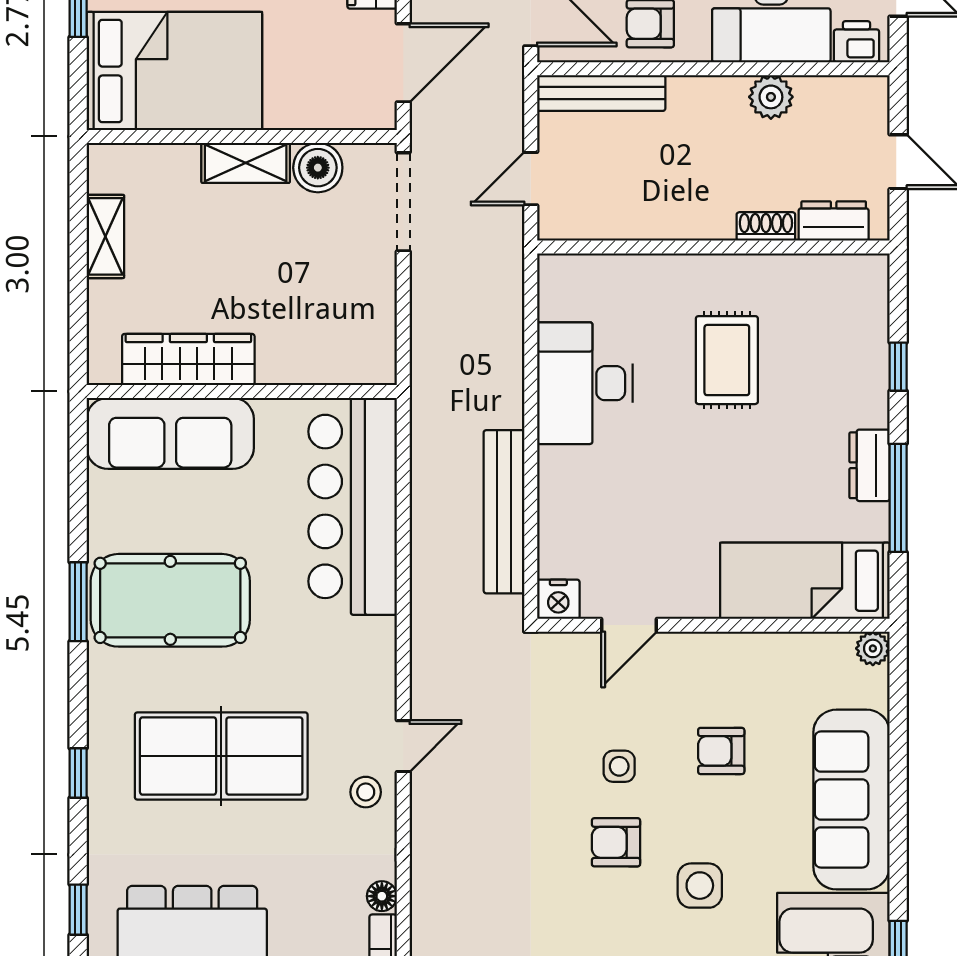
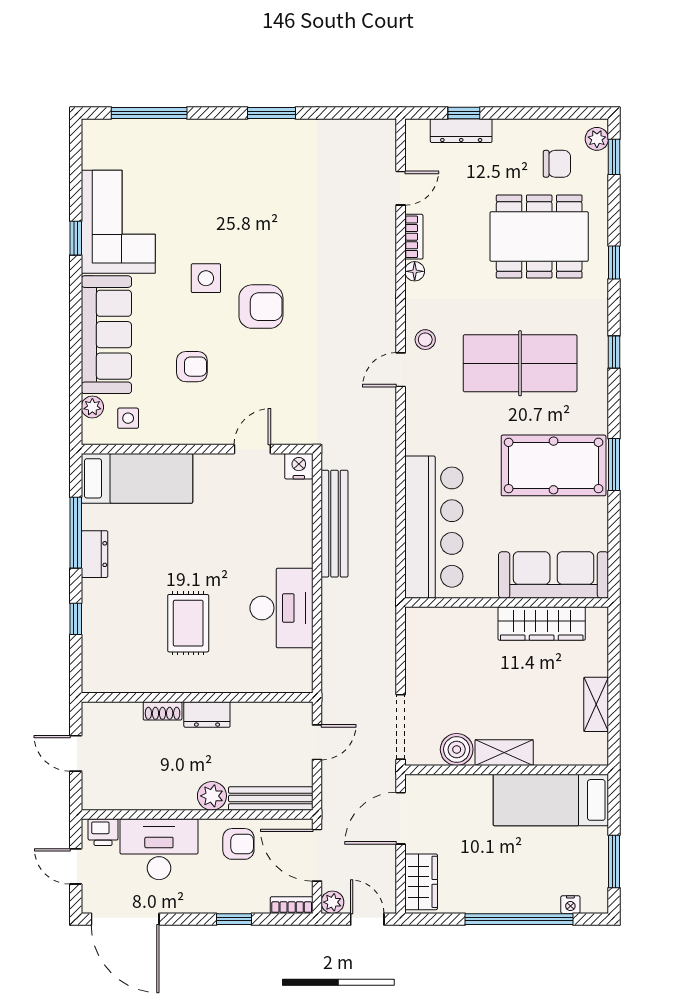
bed: (174, 71) -> (551, 800), width x0.67
plant: (771, 97) -> (212, 796), moved
dresser: (834, 221) -> (207, 714), moved
plant: (873, 648) -> (92, 407), moved
side table: (619, 766) -> (128, 418), moved
armchair: (616, 842) -> (261, 307), width x1.38, depth x1.38

